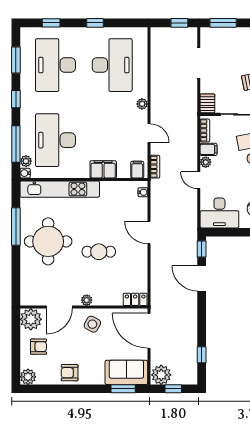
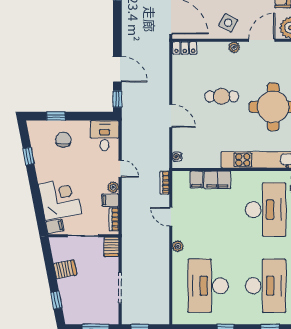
filing cabinet: (137, 170) -> (196, 180), moved
desk: (219, 213) -> (105, 136), width x0.73

